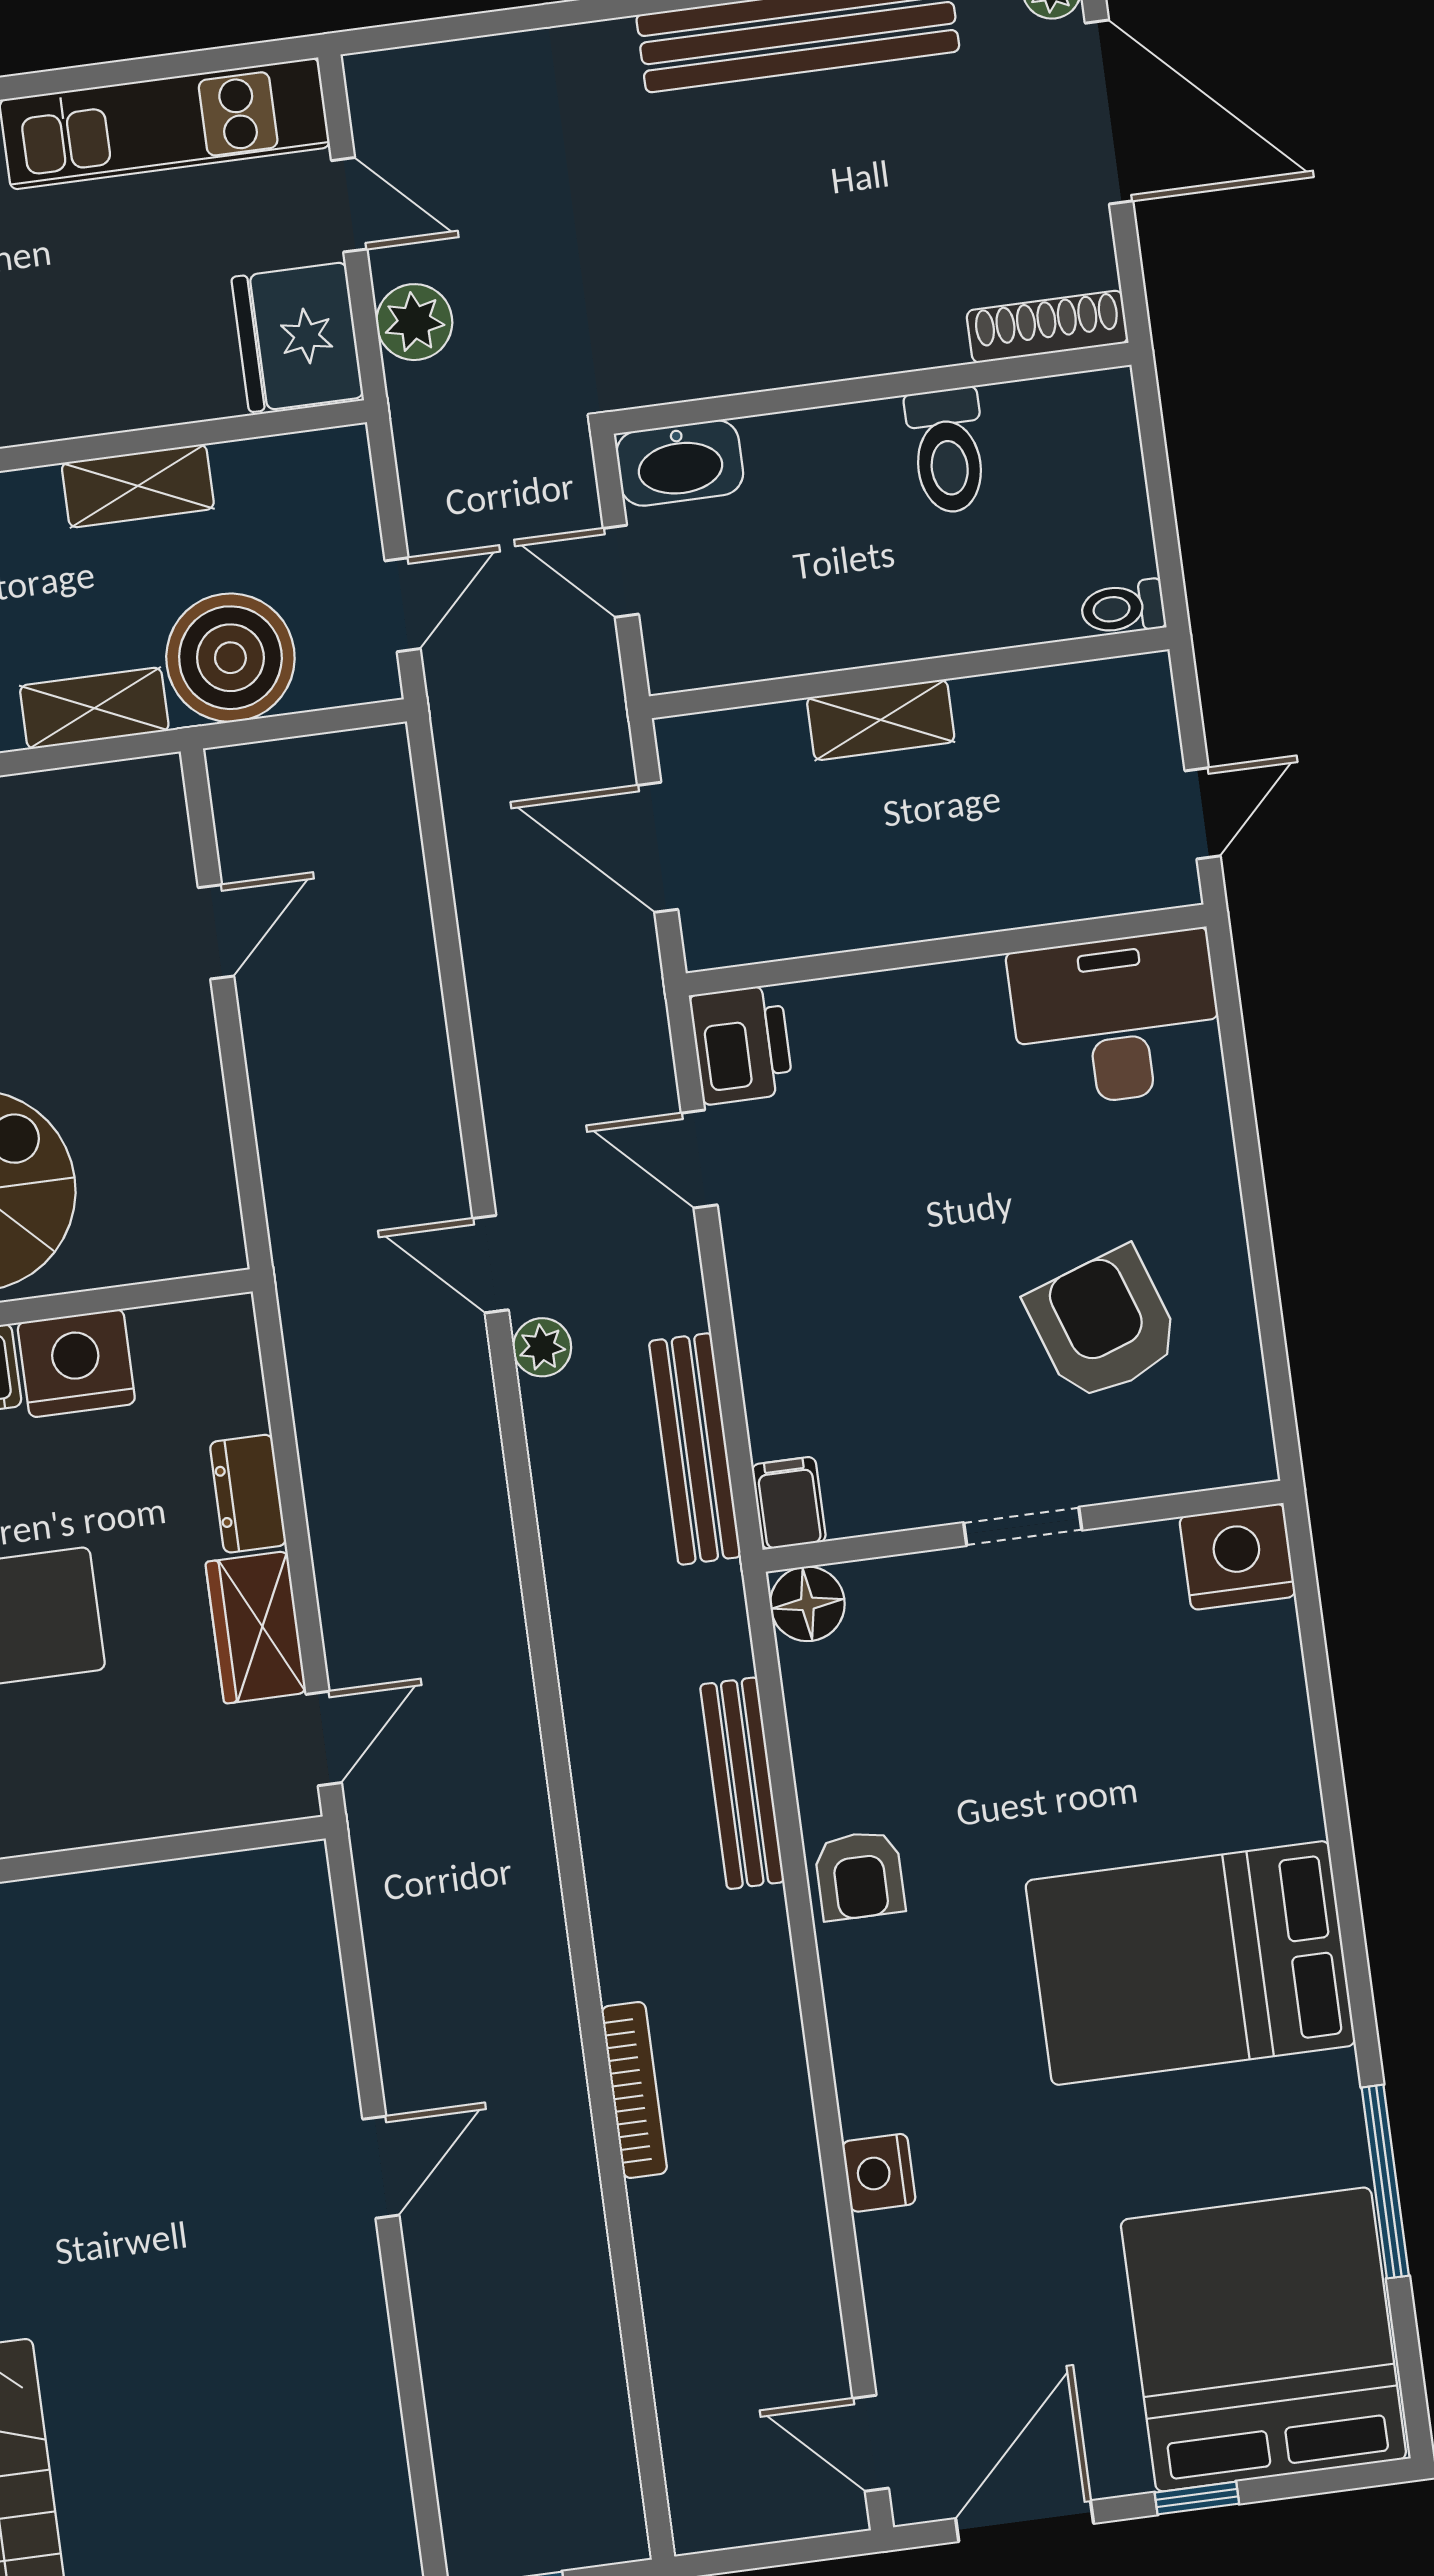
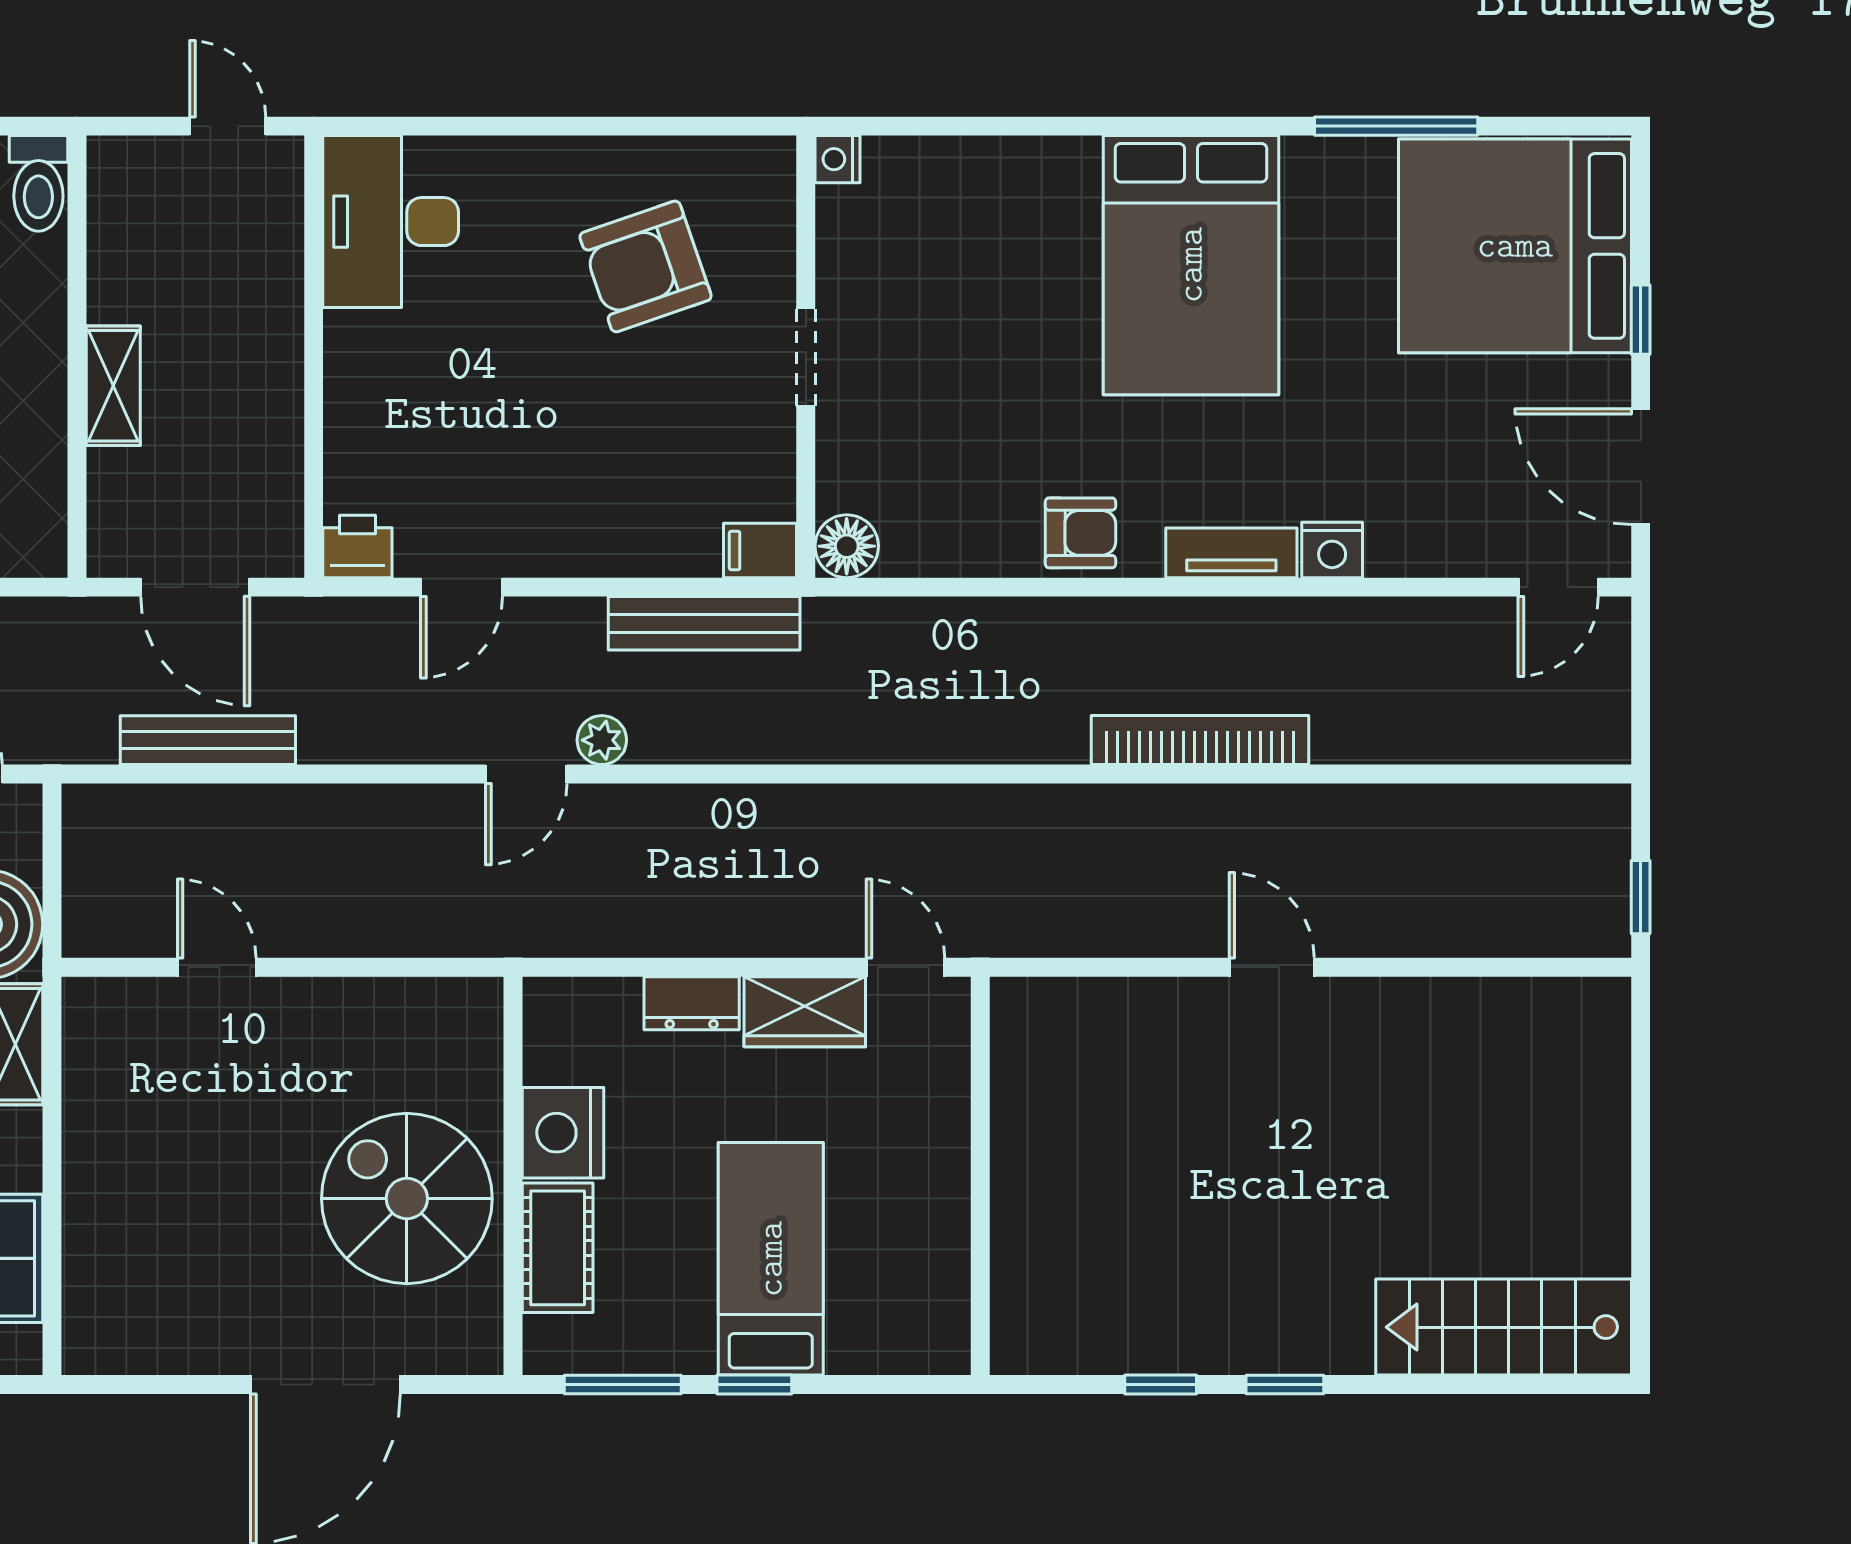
toilet: (1123, 608) -> (38, 183), width x1.37, depth x1.39
door: (658, 847) -> (195, 587), hinge flipped
printer: (741, 1044) -> (357, 546), width x0.73, depth x0.81
nightstand: (1237, 1557) -> (837, 159), width x0.53, depth x0.56
bench: (742, 1783) -> (208, 740), moved
tv unit: (860, 2055) -> (1231, 553), added
bookcase: (634, 2090) -> (1200, 740), width x1.48, depth x1.31

